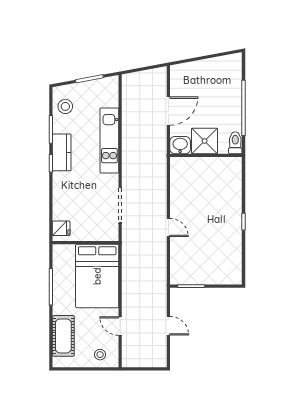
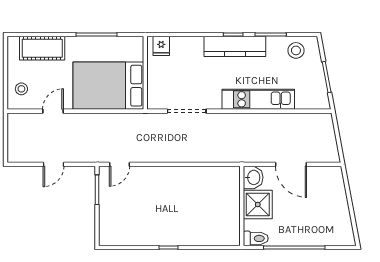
kitchen counter: (62, 152) -> (235, 46), width x1.50
door: (168, 227) -> (120, 164), moved

